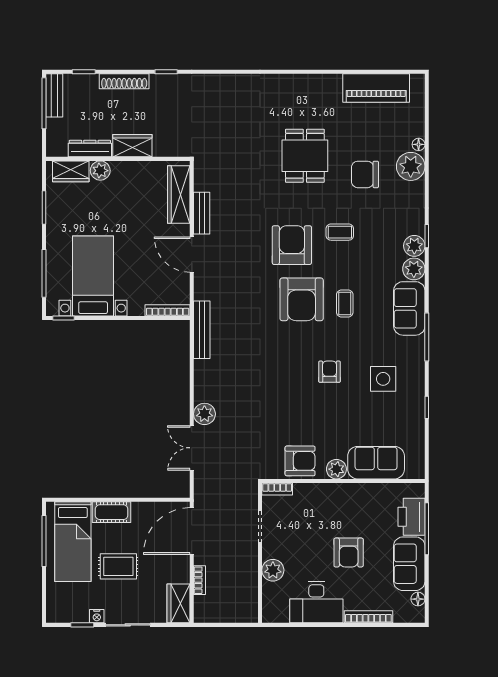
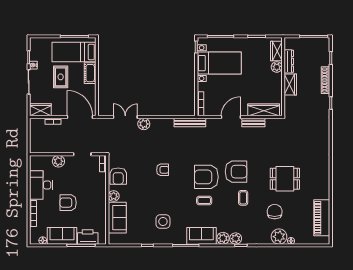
bench: (54, 95) -> (318, 42), removed
armchair: (329, 372) -> (163, 170), moved

